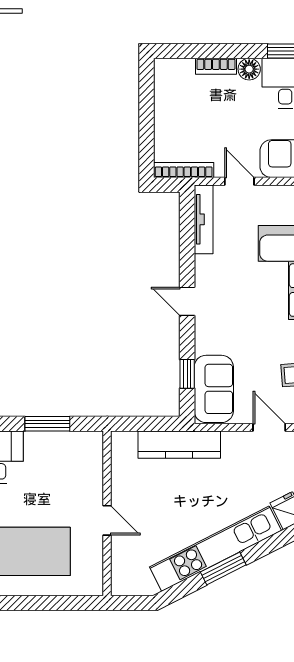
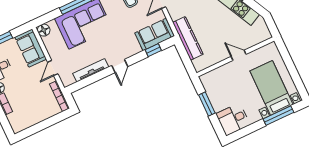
tv unit: (204, 219) -> (91, 70), moved
door: (107, 520) -> (239, 55), hinge flipped

